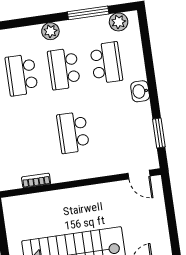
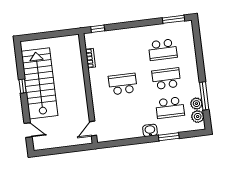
plant: (50, 31) -> (196, 104), moved
school desk: (22, 75) -> (163, 50), turned 180
window: (159, 133) -> (169, 137), moved

